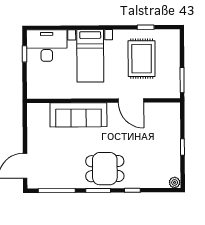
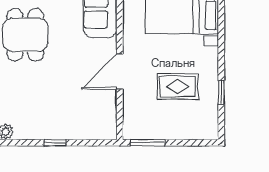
rug: (142, 59) -> (178, 86), width x0.73, depth x0.70

